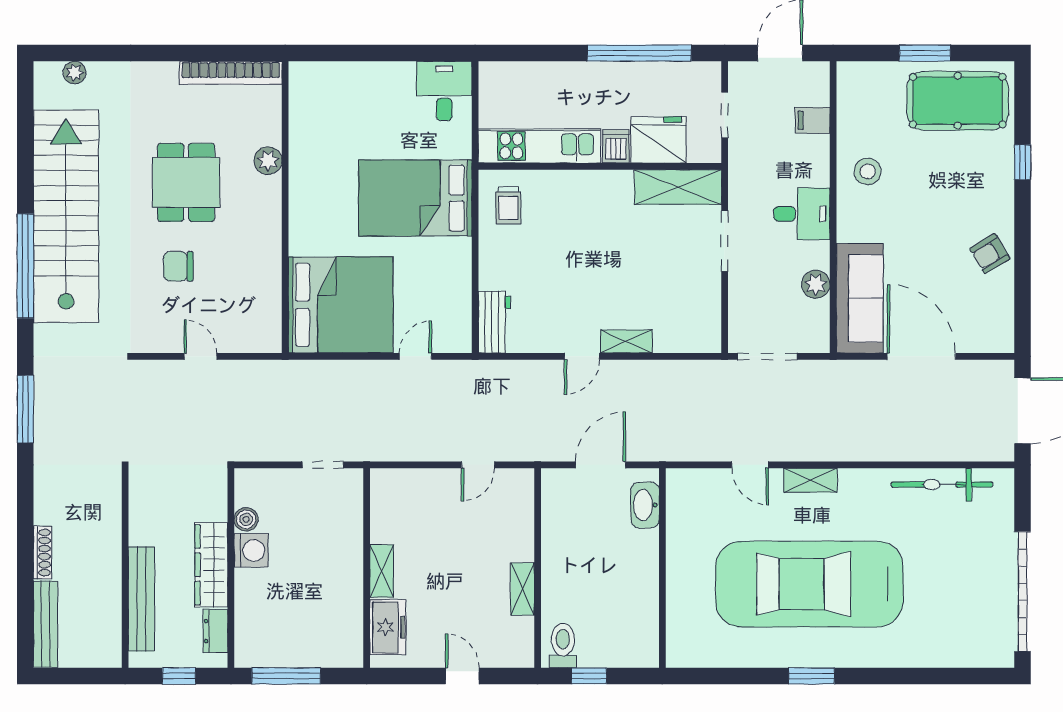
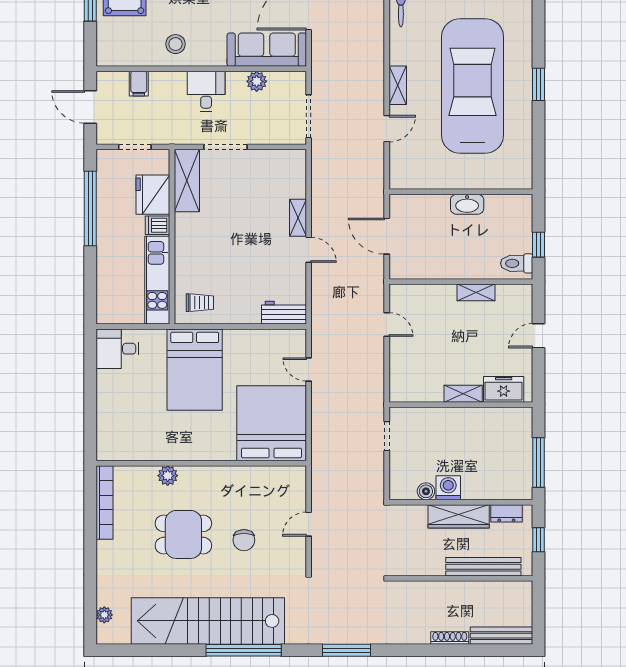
washbasin: (645, 505) -> (467, 204), moved
car: (809, 584) -> (473, 86), turned 180

